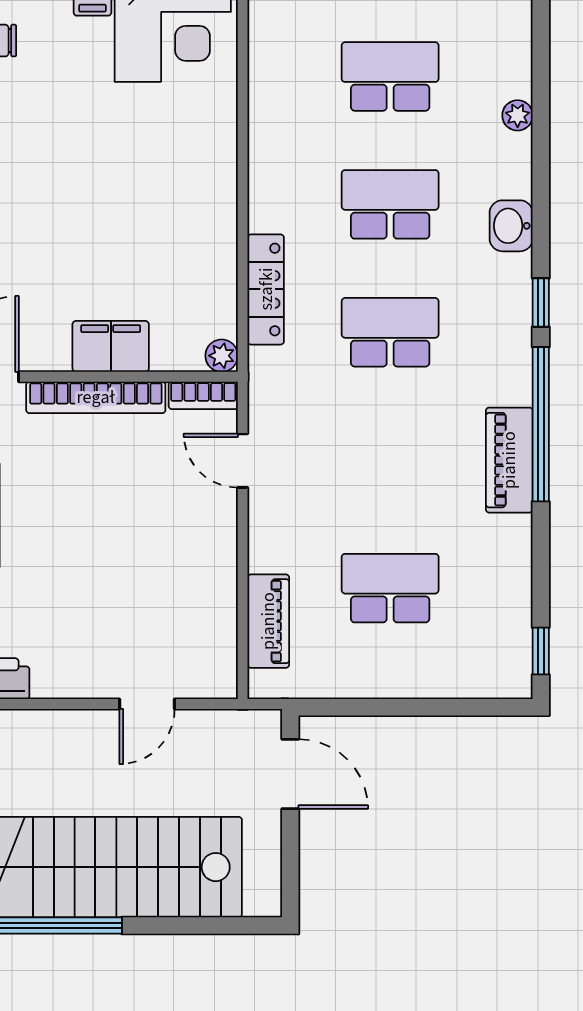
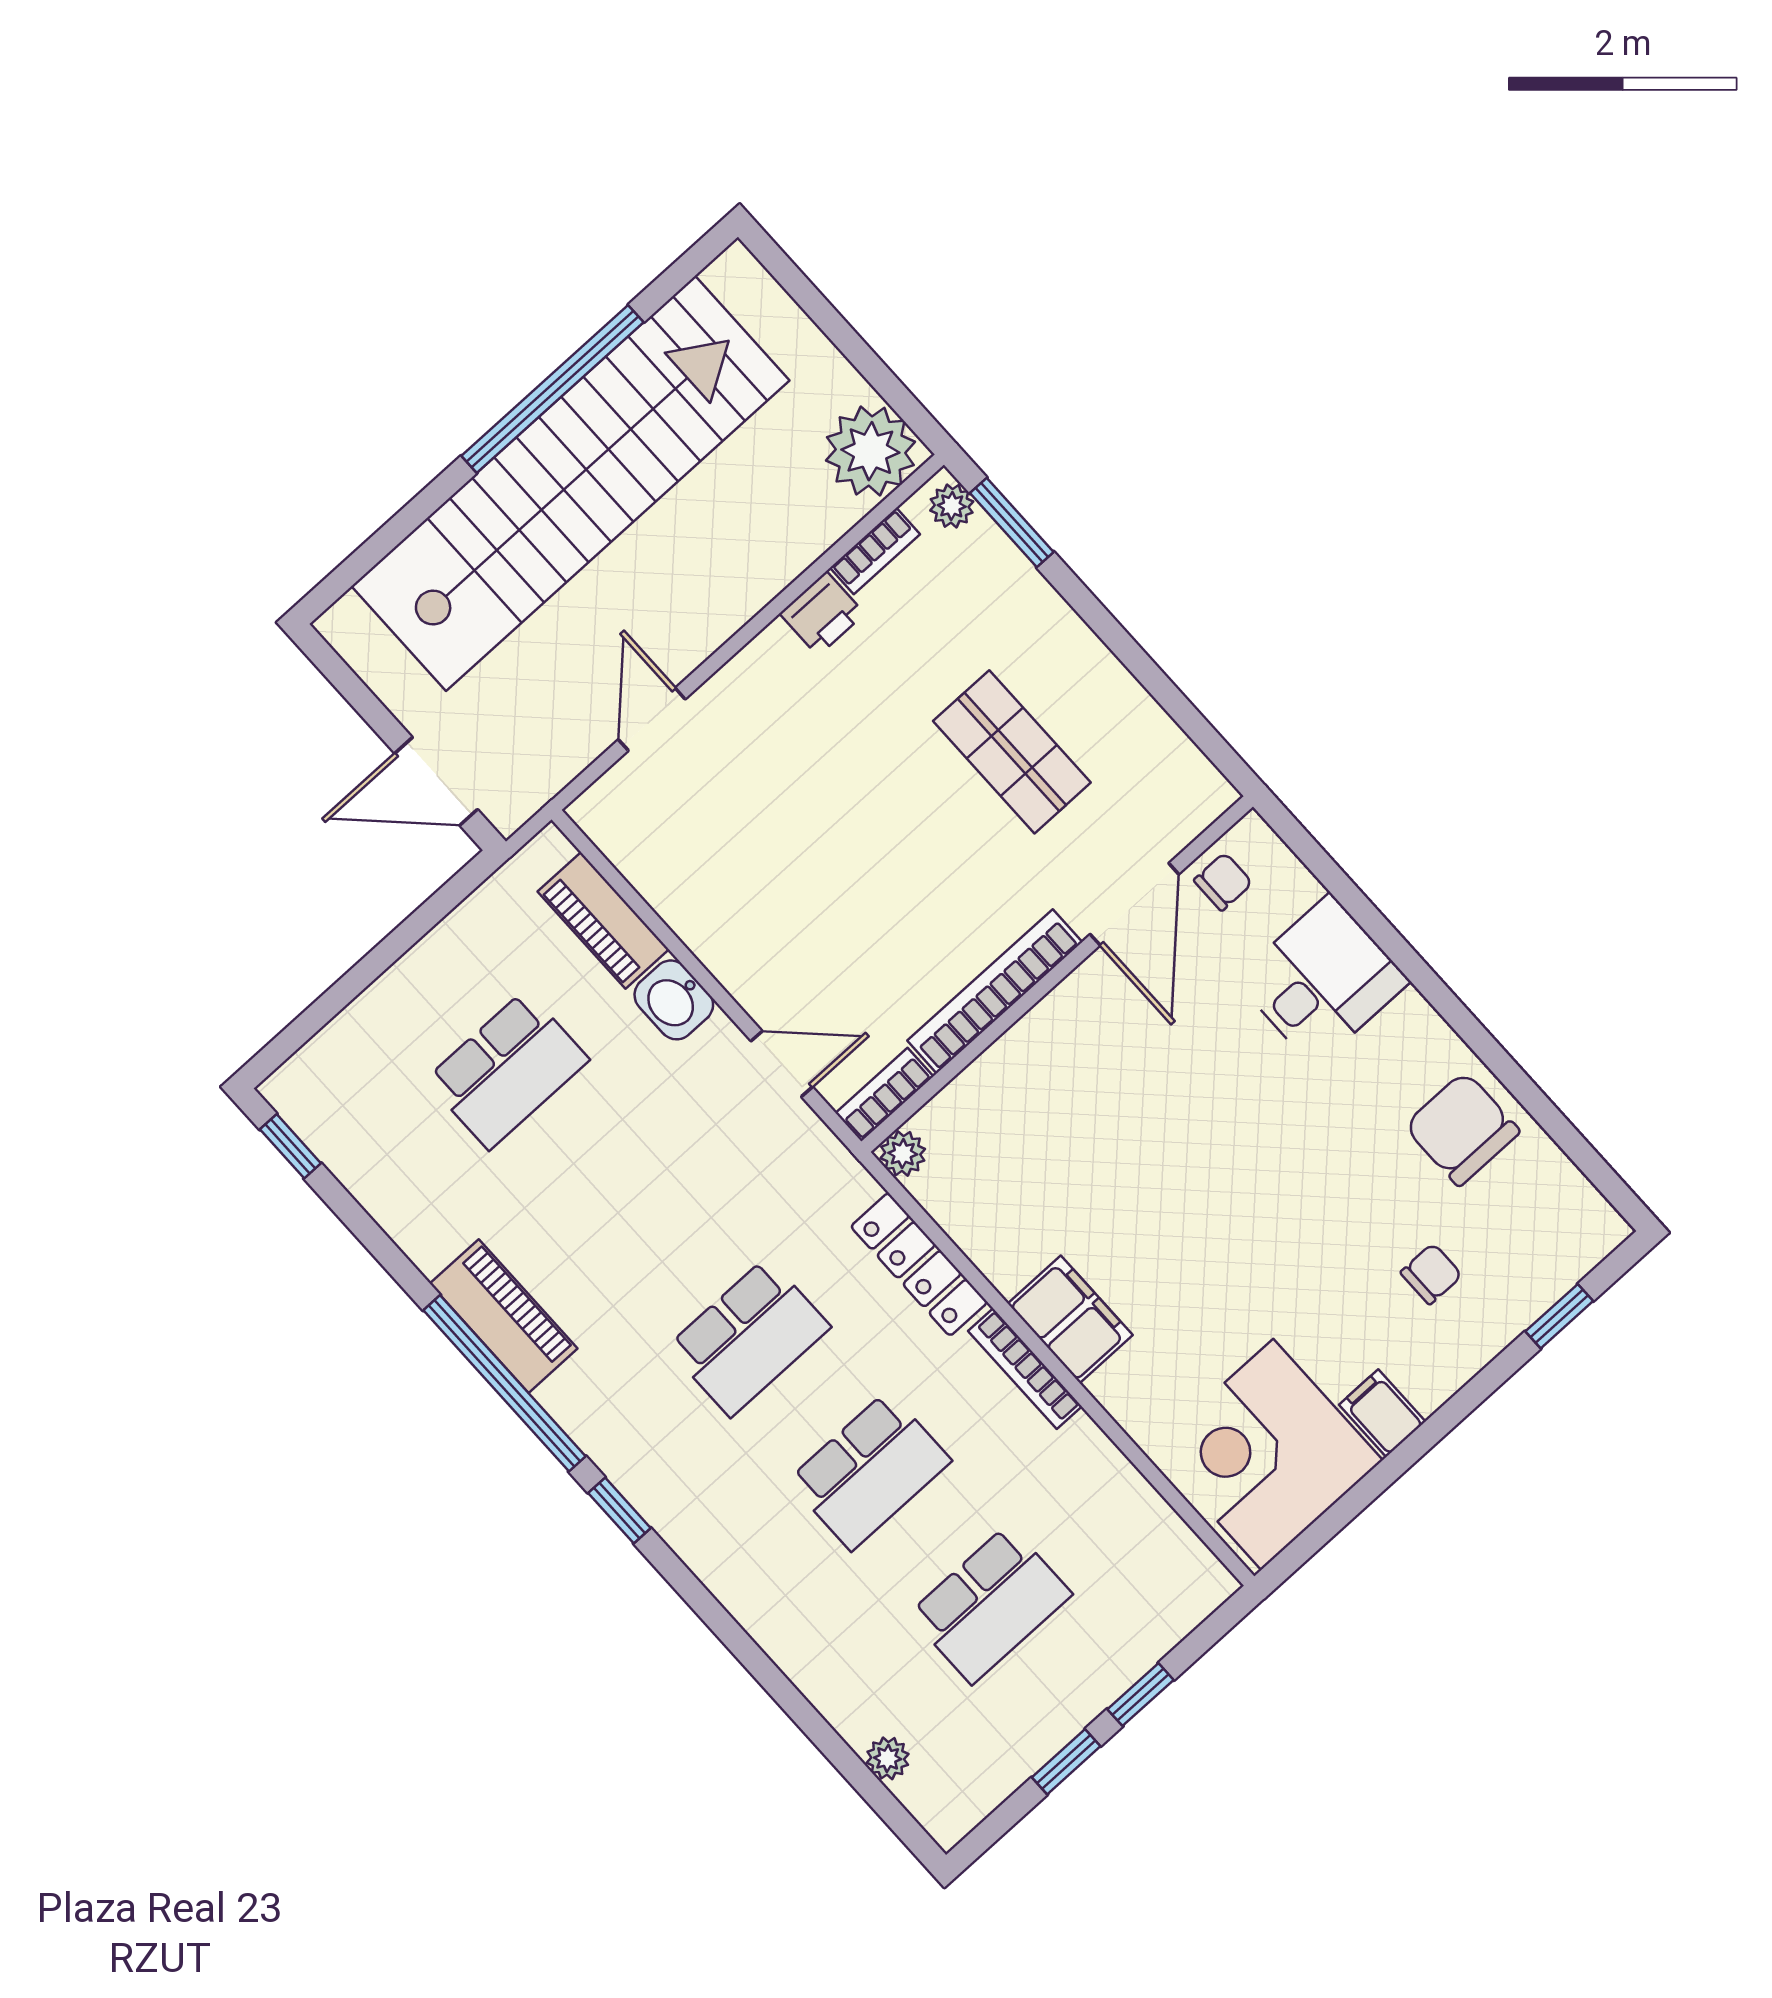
plant: (518, 115) -> (888, 1758), moved
bookcase: (260, 184) -> (1025, 1369), added
washbasin: (511, 226) -> (674, 1000), moved, turned 180
filing cabinet: (111, 346) -> (1070, 1319), moved, turned -90

